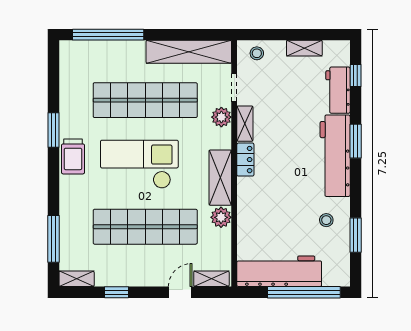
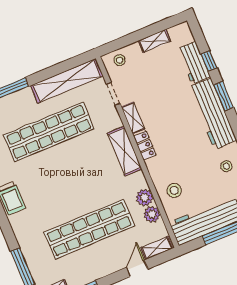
window: (356, 76) -> (209, 61), moved
plant: (221, 117) -> (152, 214), moved
checkout: (139, 164) -> (65, 183), removed
shelving: (220, 178) -> (124, 151), moved
stool: (257, 223) -> (174, 190), added

